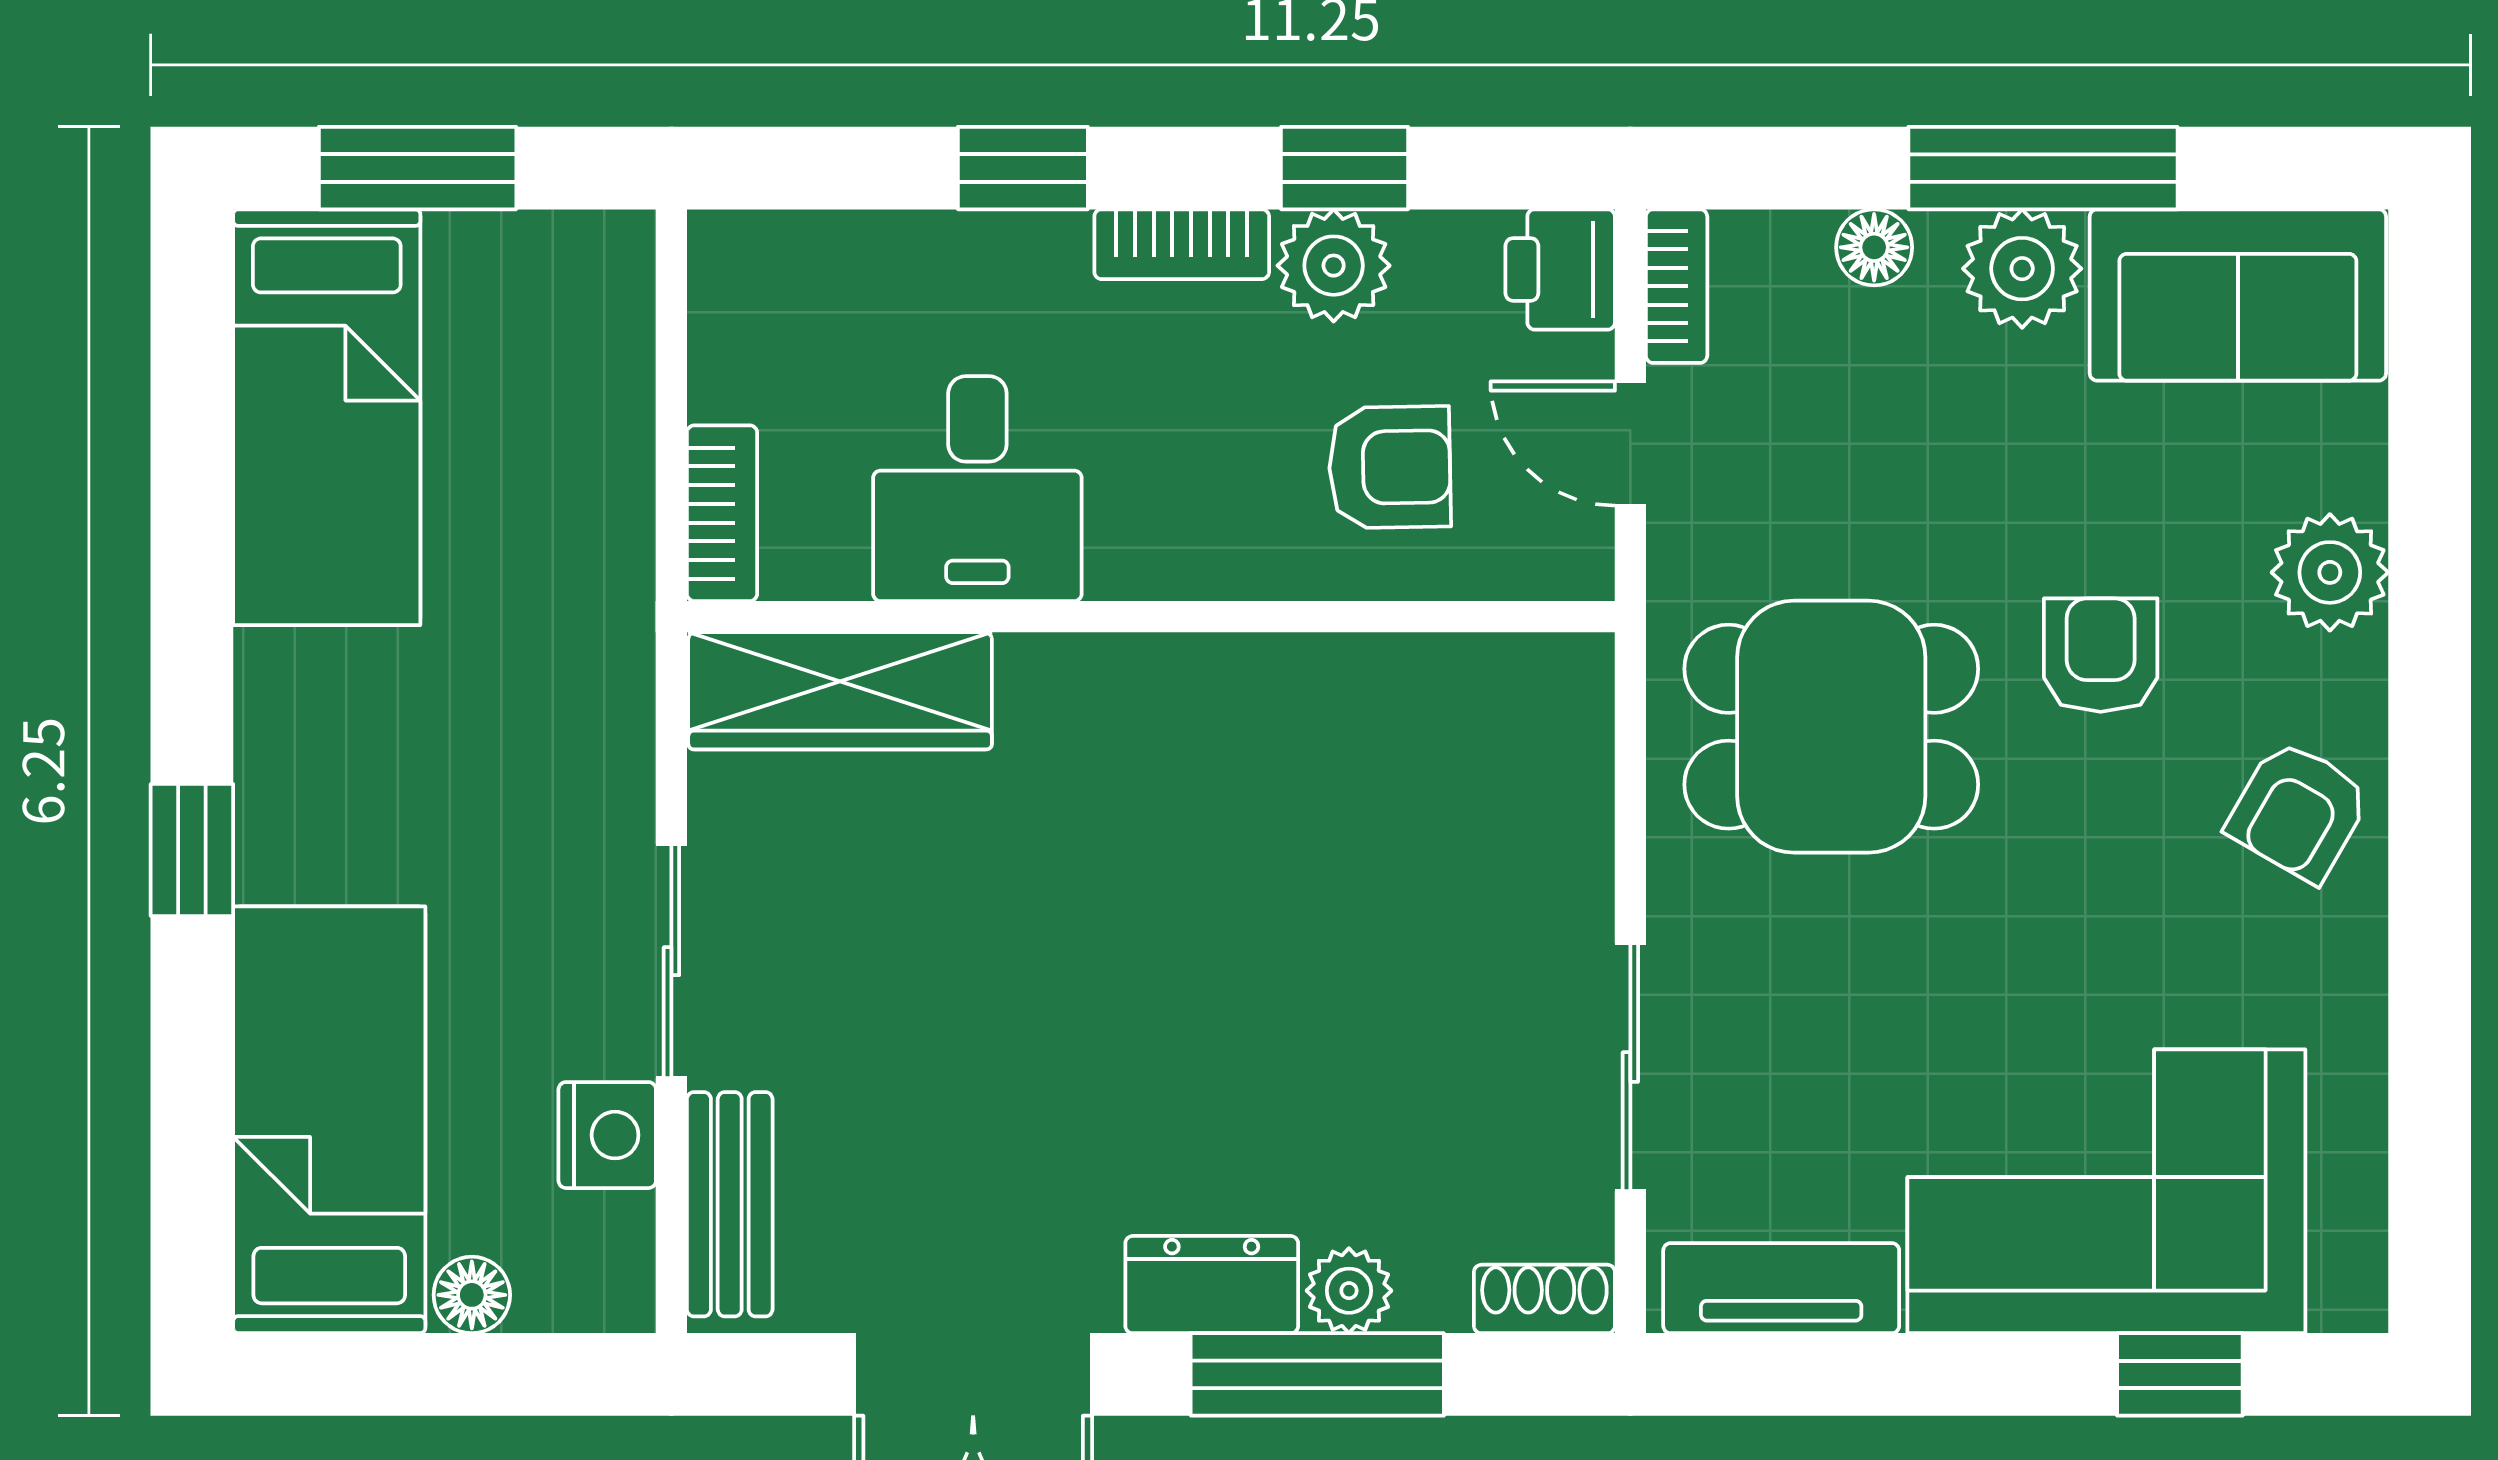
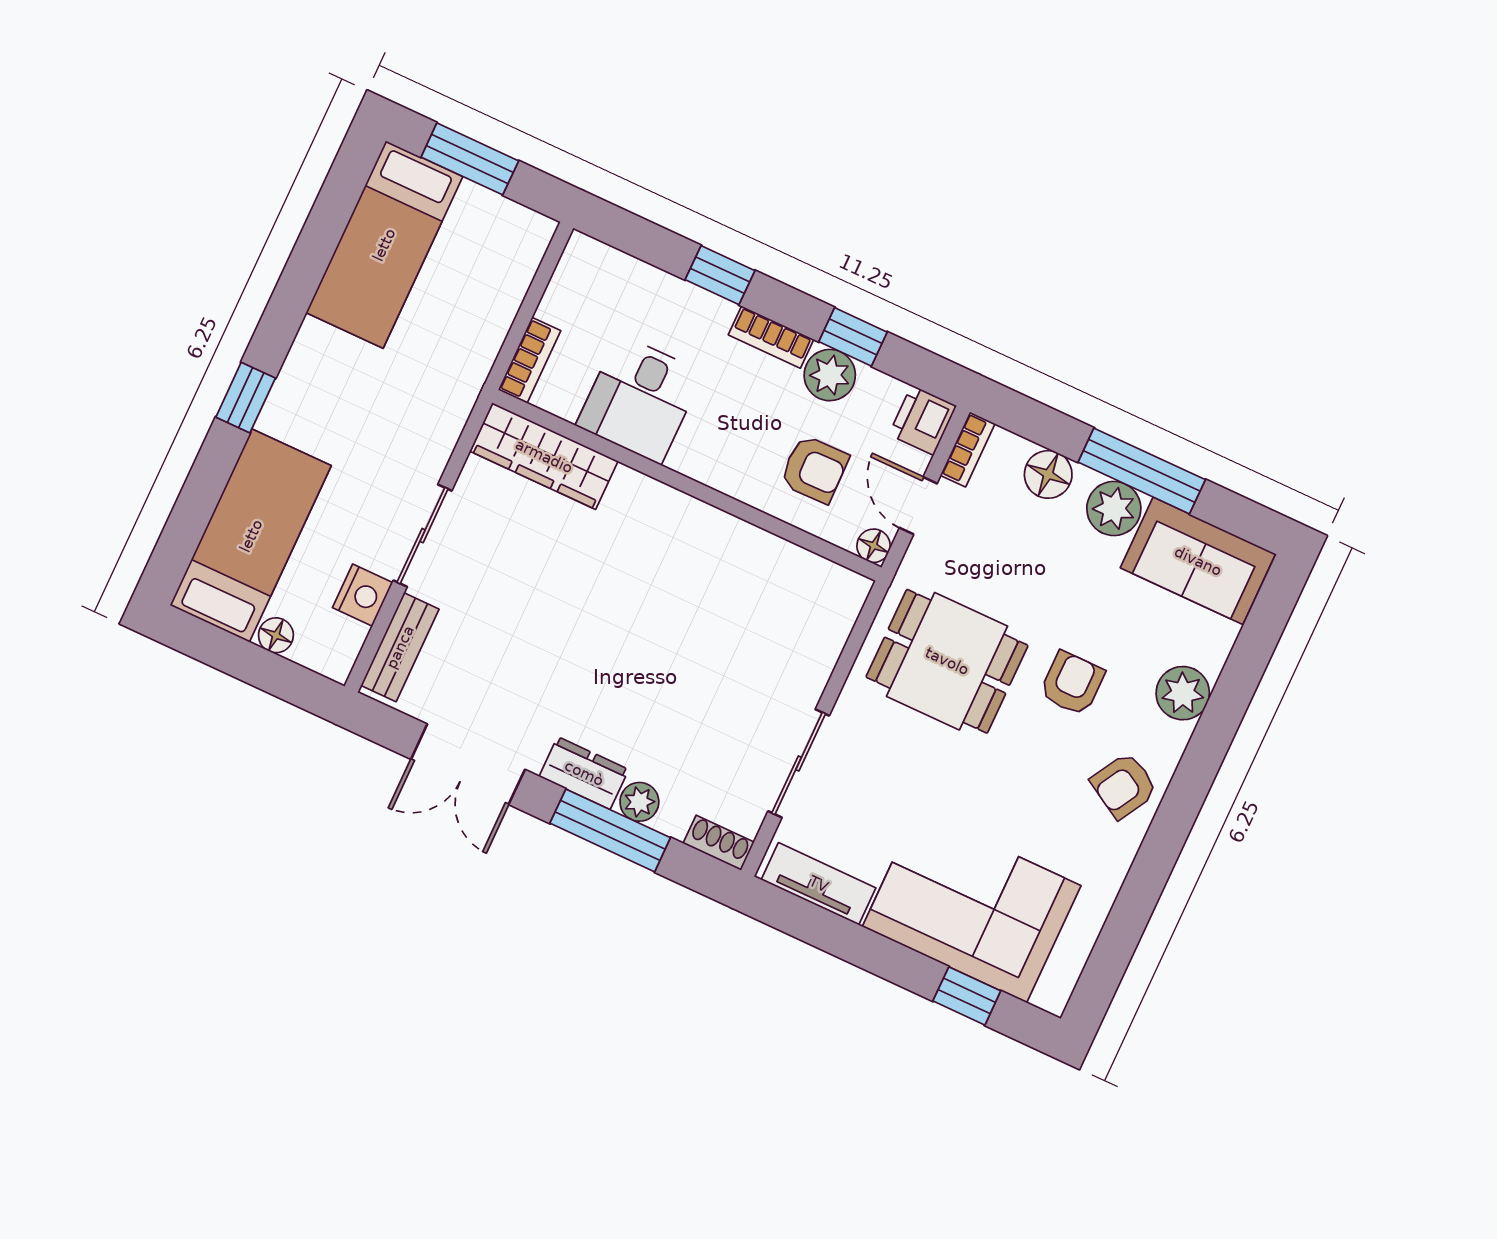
floor lamp: (1874, 247) -> (1048, 474), width x1.37, depth x1.37
floor lamp: (1578, 565) -> (874, 546), added

